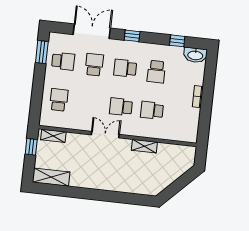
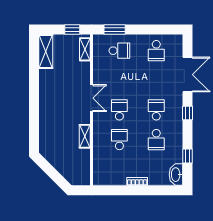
window: (42, 52) -> (115, 30), moved
school desk: (94, 65) -> (156, 80), removed
school desk: (156, 72) -> (156, 140), turned -90

